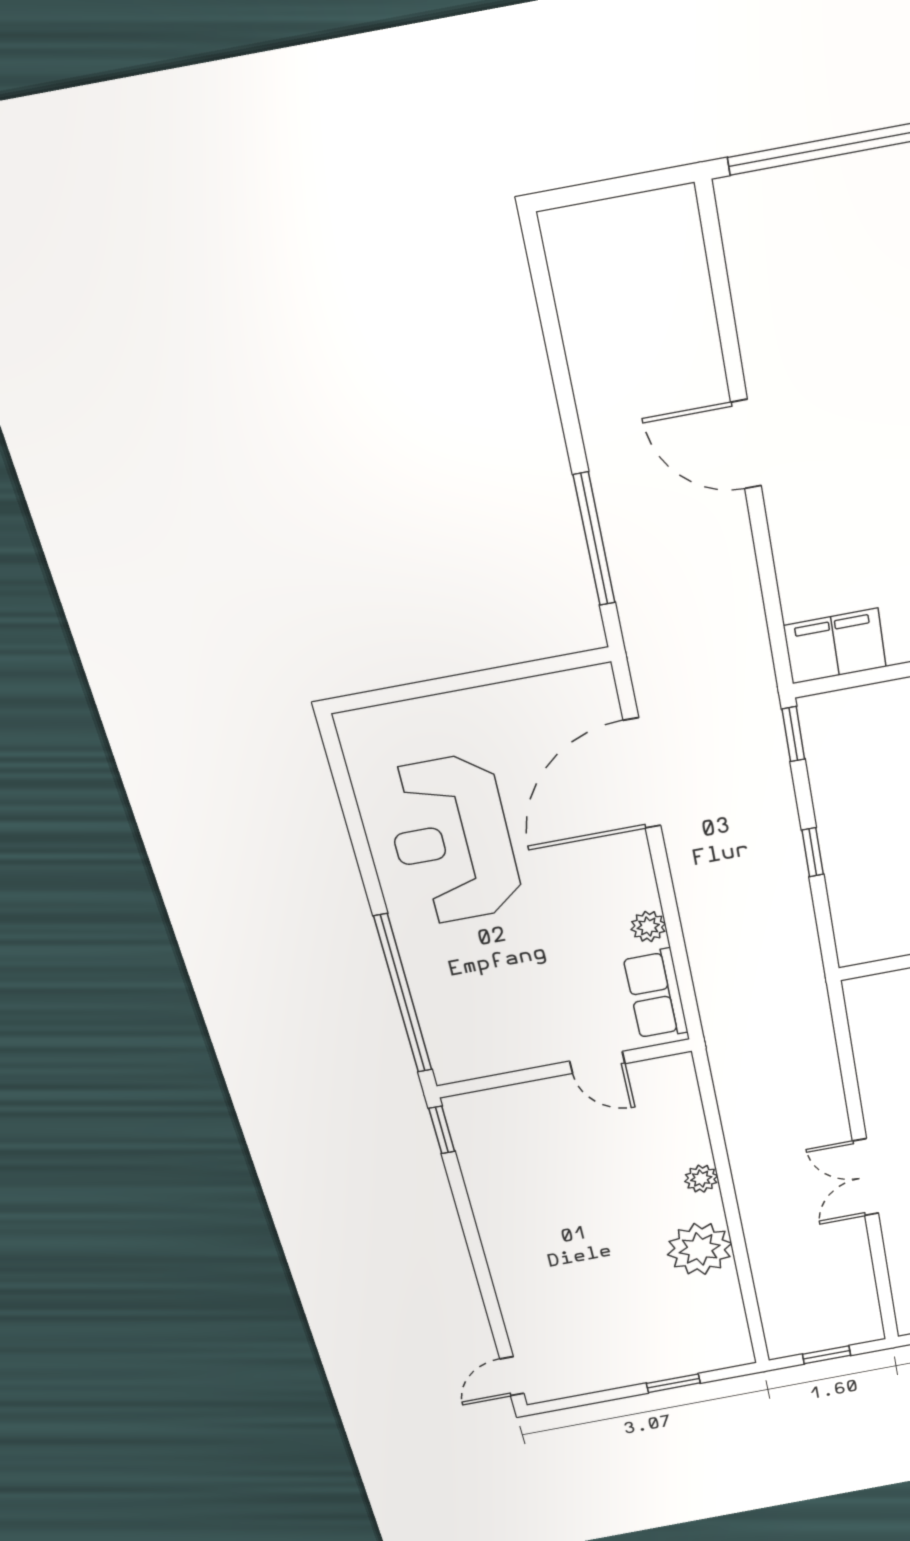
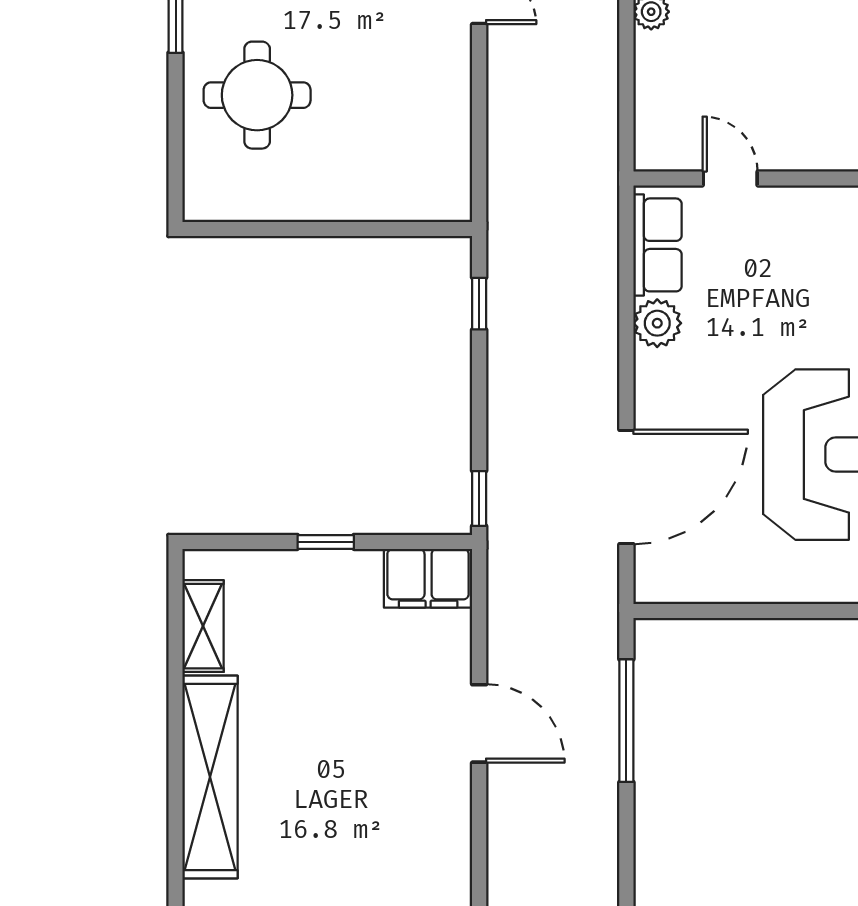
door: (746, 444) -> (479, 723), moved
window: (813, 852) -> (479, 304), moved
plant: (648, 927) -> (657, 323), width x1.38, depth x1.38

